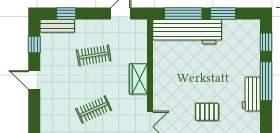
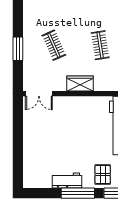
pallet: (207, 112) -> (103, 174), moved

